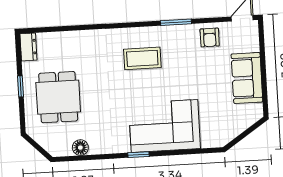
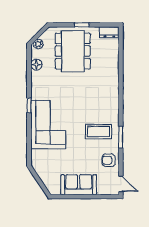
coffee table: (142, 58) -> (99, 132), moved, turned 90
dining table: (58, 97) -> (73, 51), width x1.38
plant: (51, 147) -> (38, 44), added

